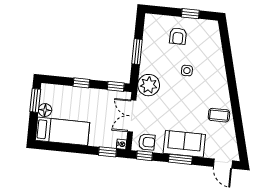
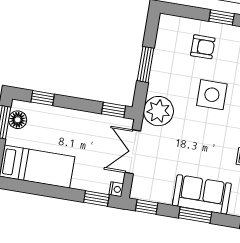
armchair: (178, 36) -> (203, 47), turned -90
side table: (187, 71) -> (212, 95), width x1.87, depth x1.87
window: (81, 83) -> (43, 98), moved
floor lamp: (45, 110) -> (18, 120), moved
armchair: (147, 142) -> (151, 189), removed

